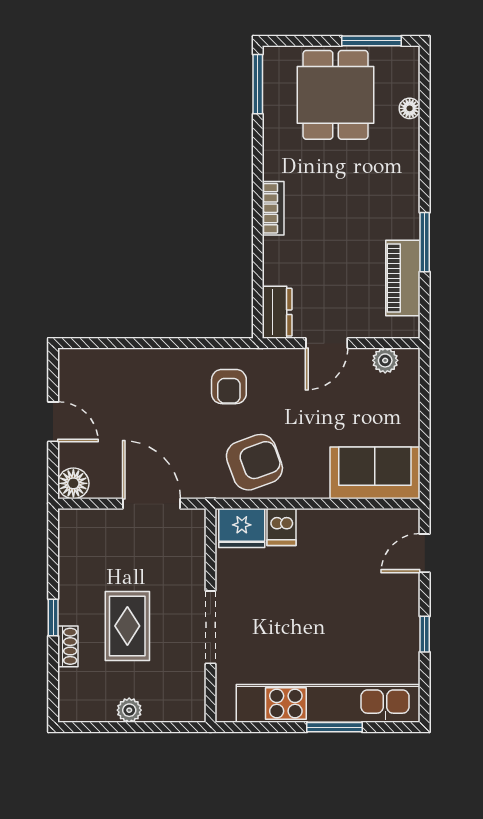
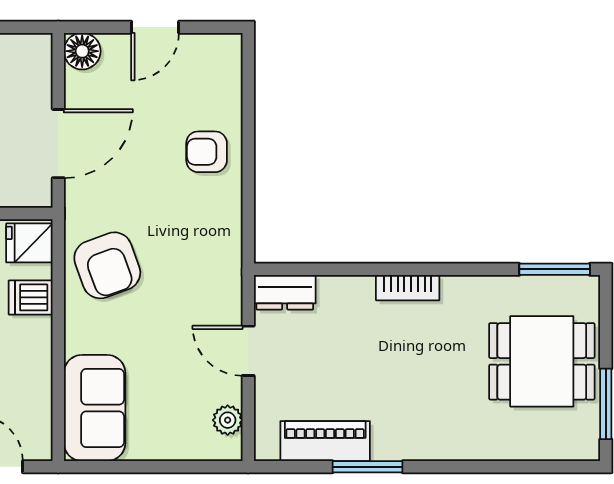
floor lamp: (410, 108) -> (526, 449), removed
armchair: (229, 387) -> (207, 152), moved
fridge: (242, 528) -> (29, 243), width x0.72

